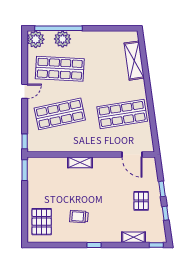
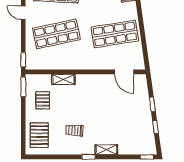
door: (25, 91) -> (23, 13), swing flipped
shelving: (80, 162) -> (63, 79), moved
pallet: (141, 201) -> (43, 100), moved
shelving: (133, 237) -> (106, 150), moved

